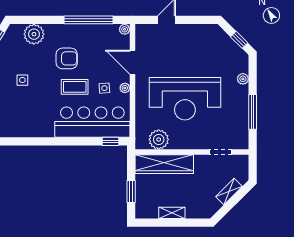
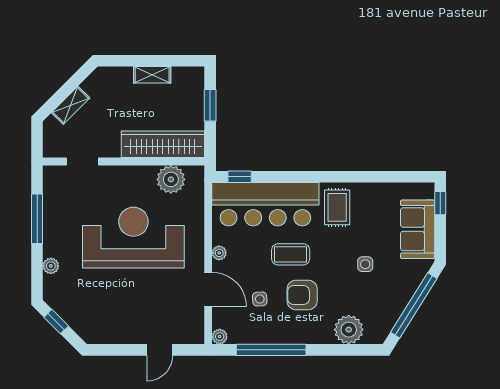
side table: (104, 88) -> (260, 299), moved
rug: (42, 120) -> (337, 207), added

